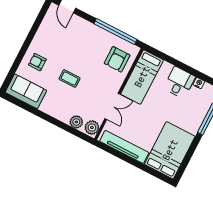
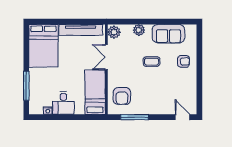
window: (115, 32) -> (134, 117), width x0.68
armchair: (117, 59) -> (122, 96), turned 180
sofa: (26, 91) -> (168, 34), moved
plant: (76, 122) -> (139, 30), moved

